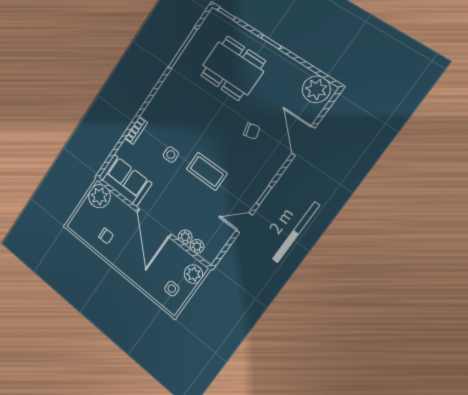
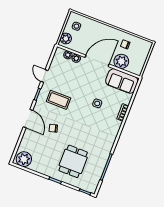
dining table: (233, 68) -> (73, 161), width x0.73
door: (303, 141) -> (28, 119), moved
coffee table: (207, 171) -> (59, 100), moved
plant: (99, 196) -> (121, 61), moved
door: (154, 223) -> (97, 61), hinge flipped
door: (244, 223) -> (44, 76), swing flipped

